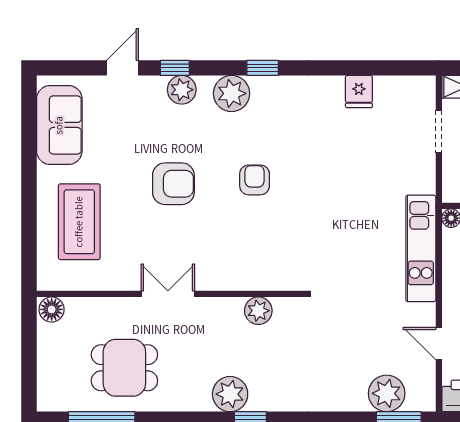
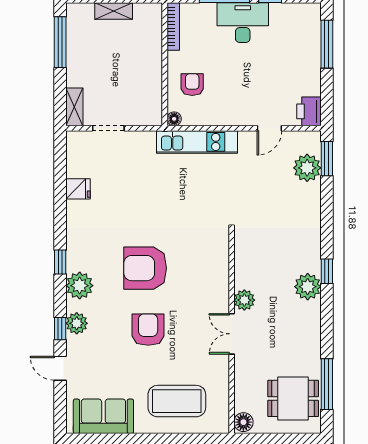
armchair: (255, 180) -> (145, 268), width x1.88, depth x1.88
plant: (258, 311) -> (244, 300), moved
dining table: (124, 368) -> (293, 398), moved, turned 90

